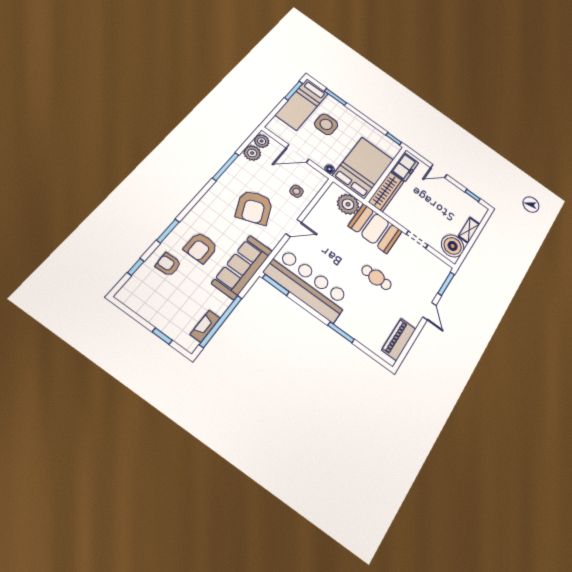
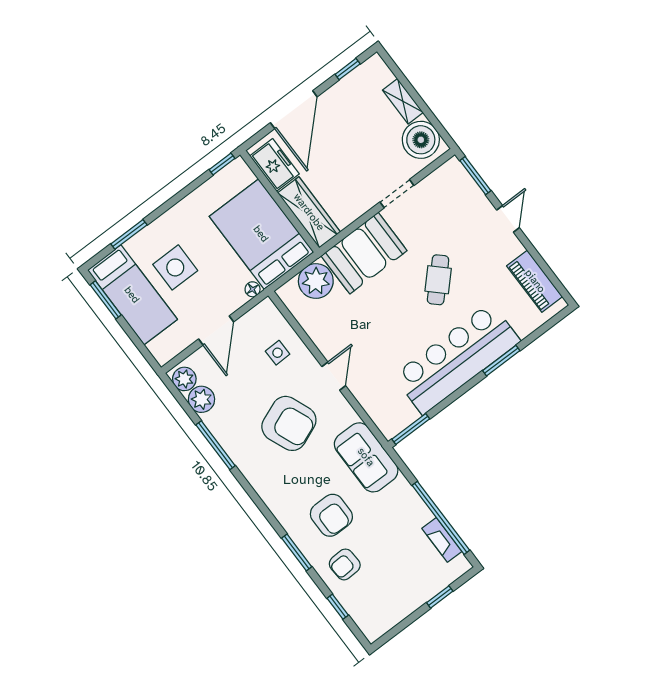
door: (439, 171) -> (294, 110), width x1.88
sofa: (242, 267) -> (366, 457), width x0.73
cafe table: (376, 278) -> (438, 280), turned -46
bar counter: (307, 285) -> (457, 358), moved
door: (430, 311) -> (508, 219), hinge flipped

